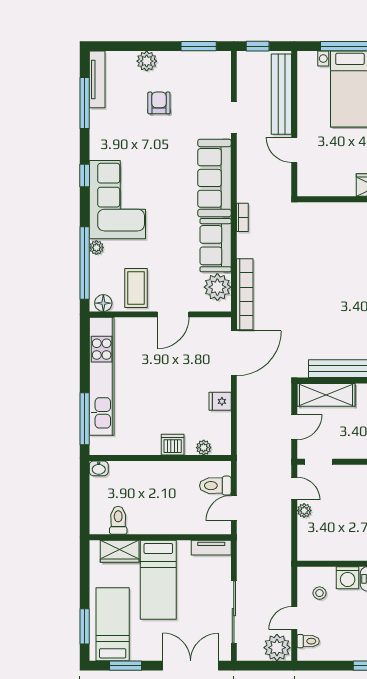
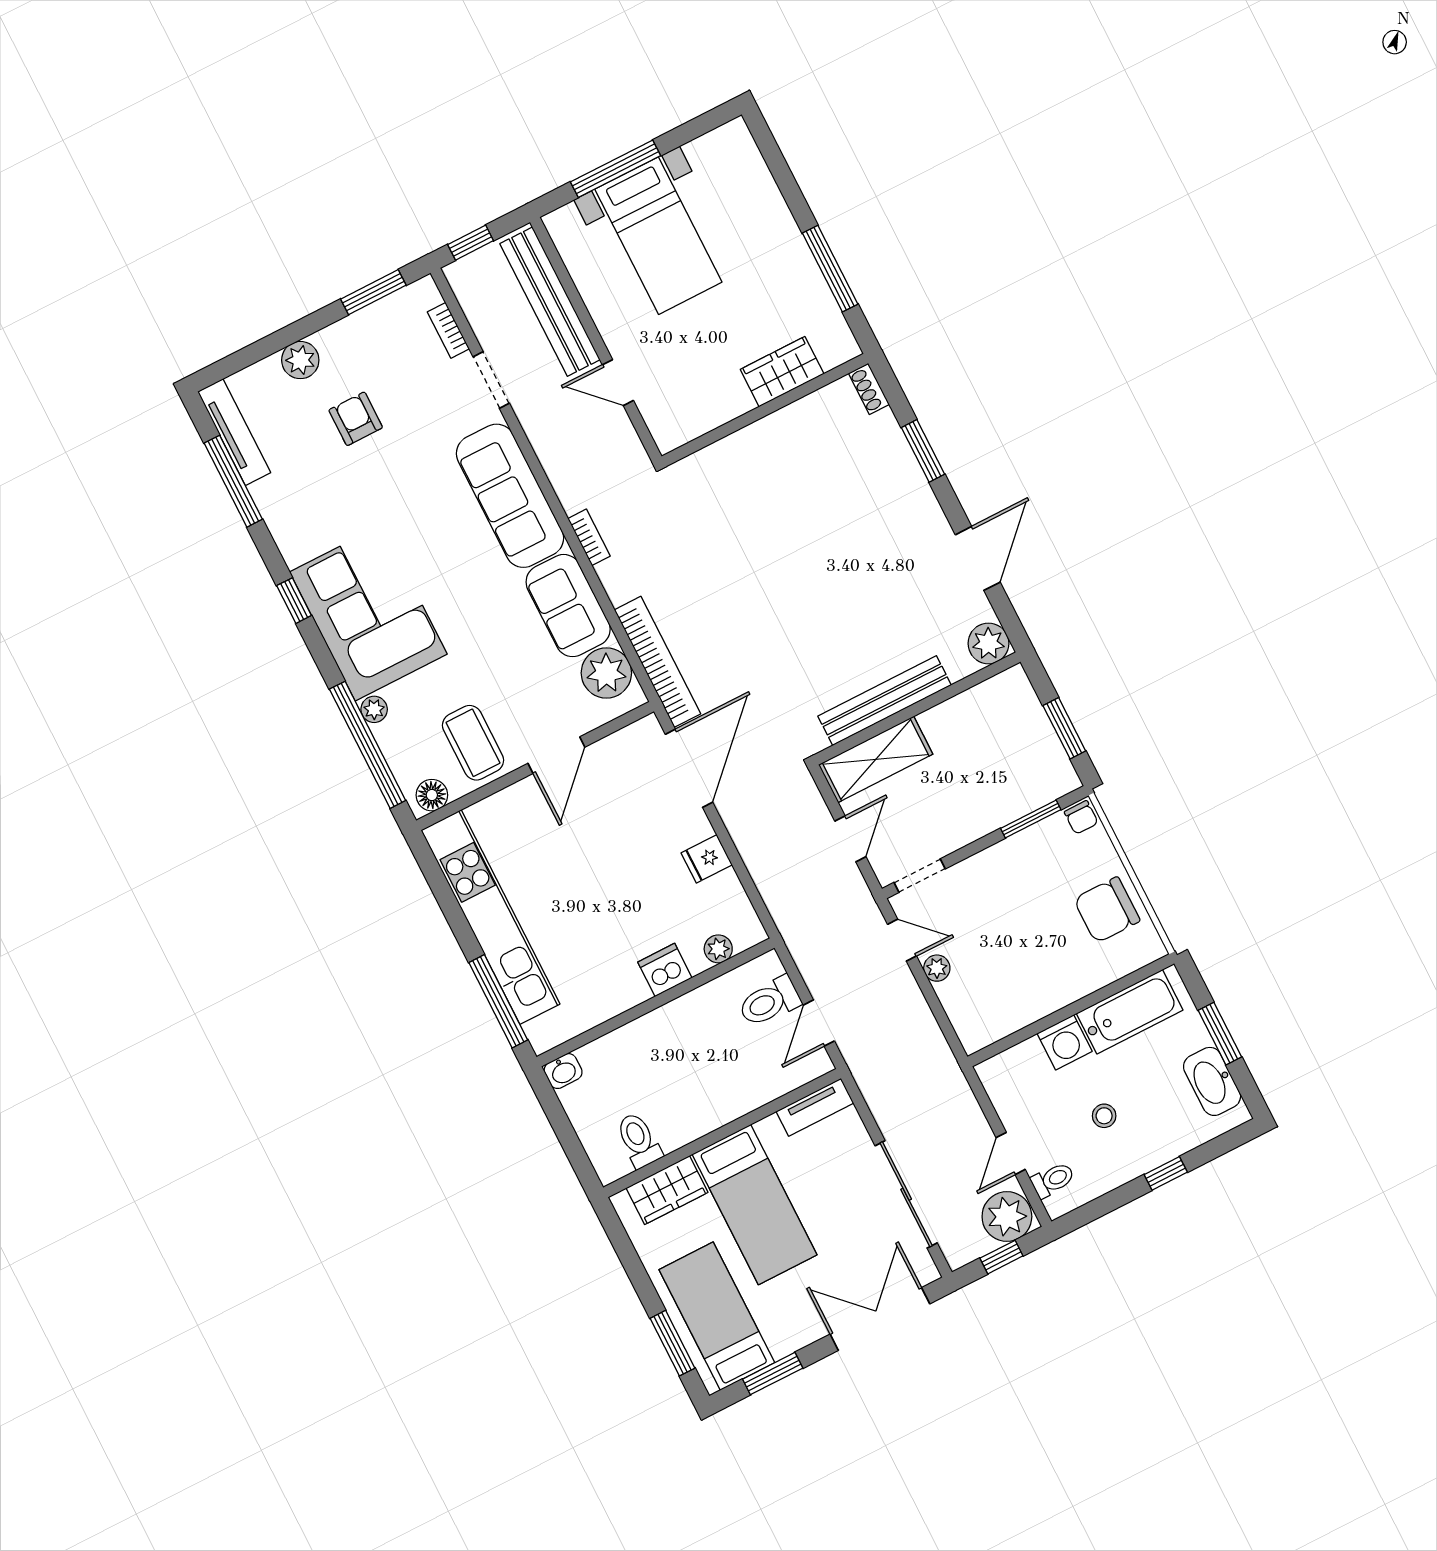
bookcase: (225, 83) -> (448, 330), added
stool: (320, 593) -> (1104, 1116), moved
window: (264, 666) -> (1001, 1257), added

